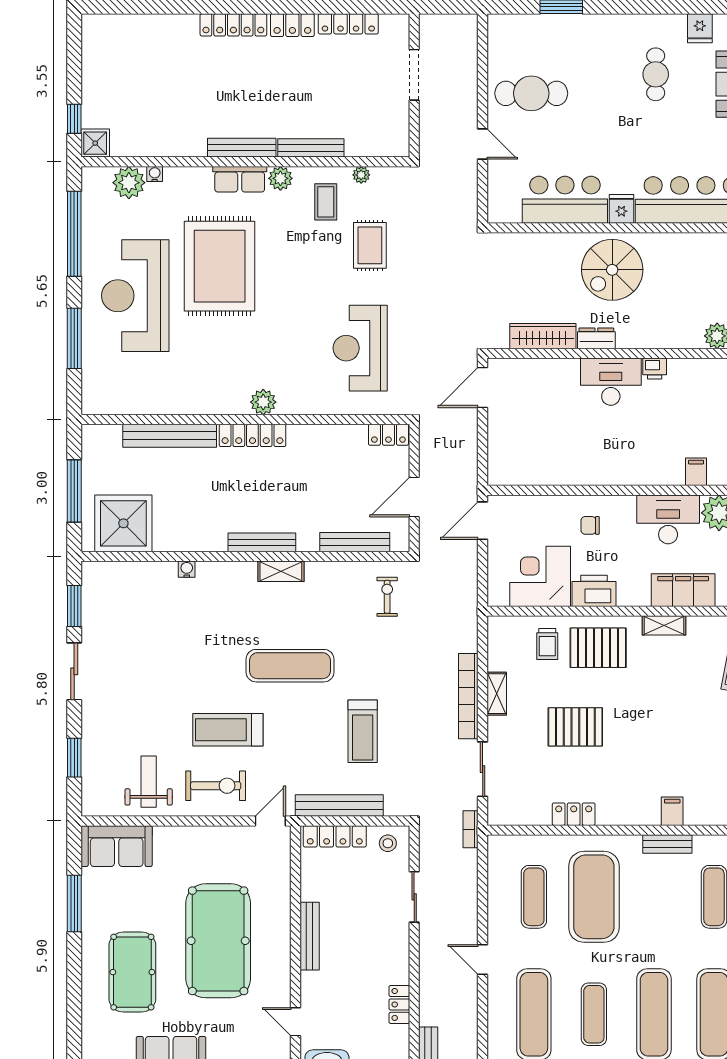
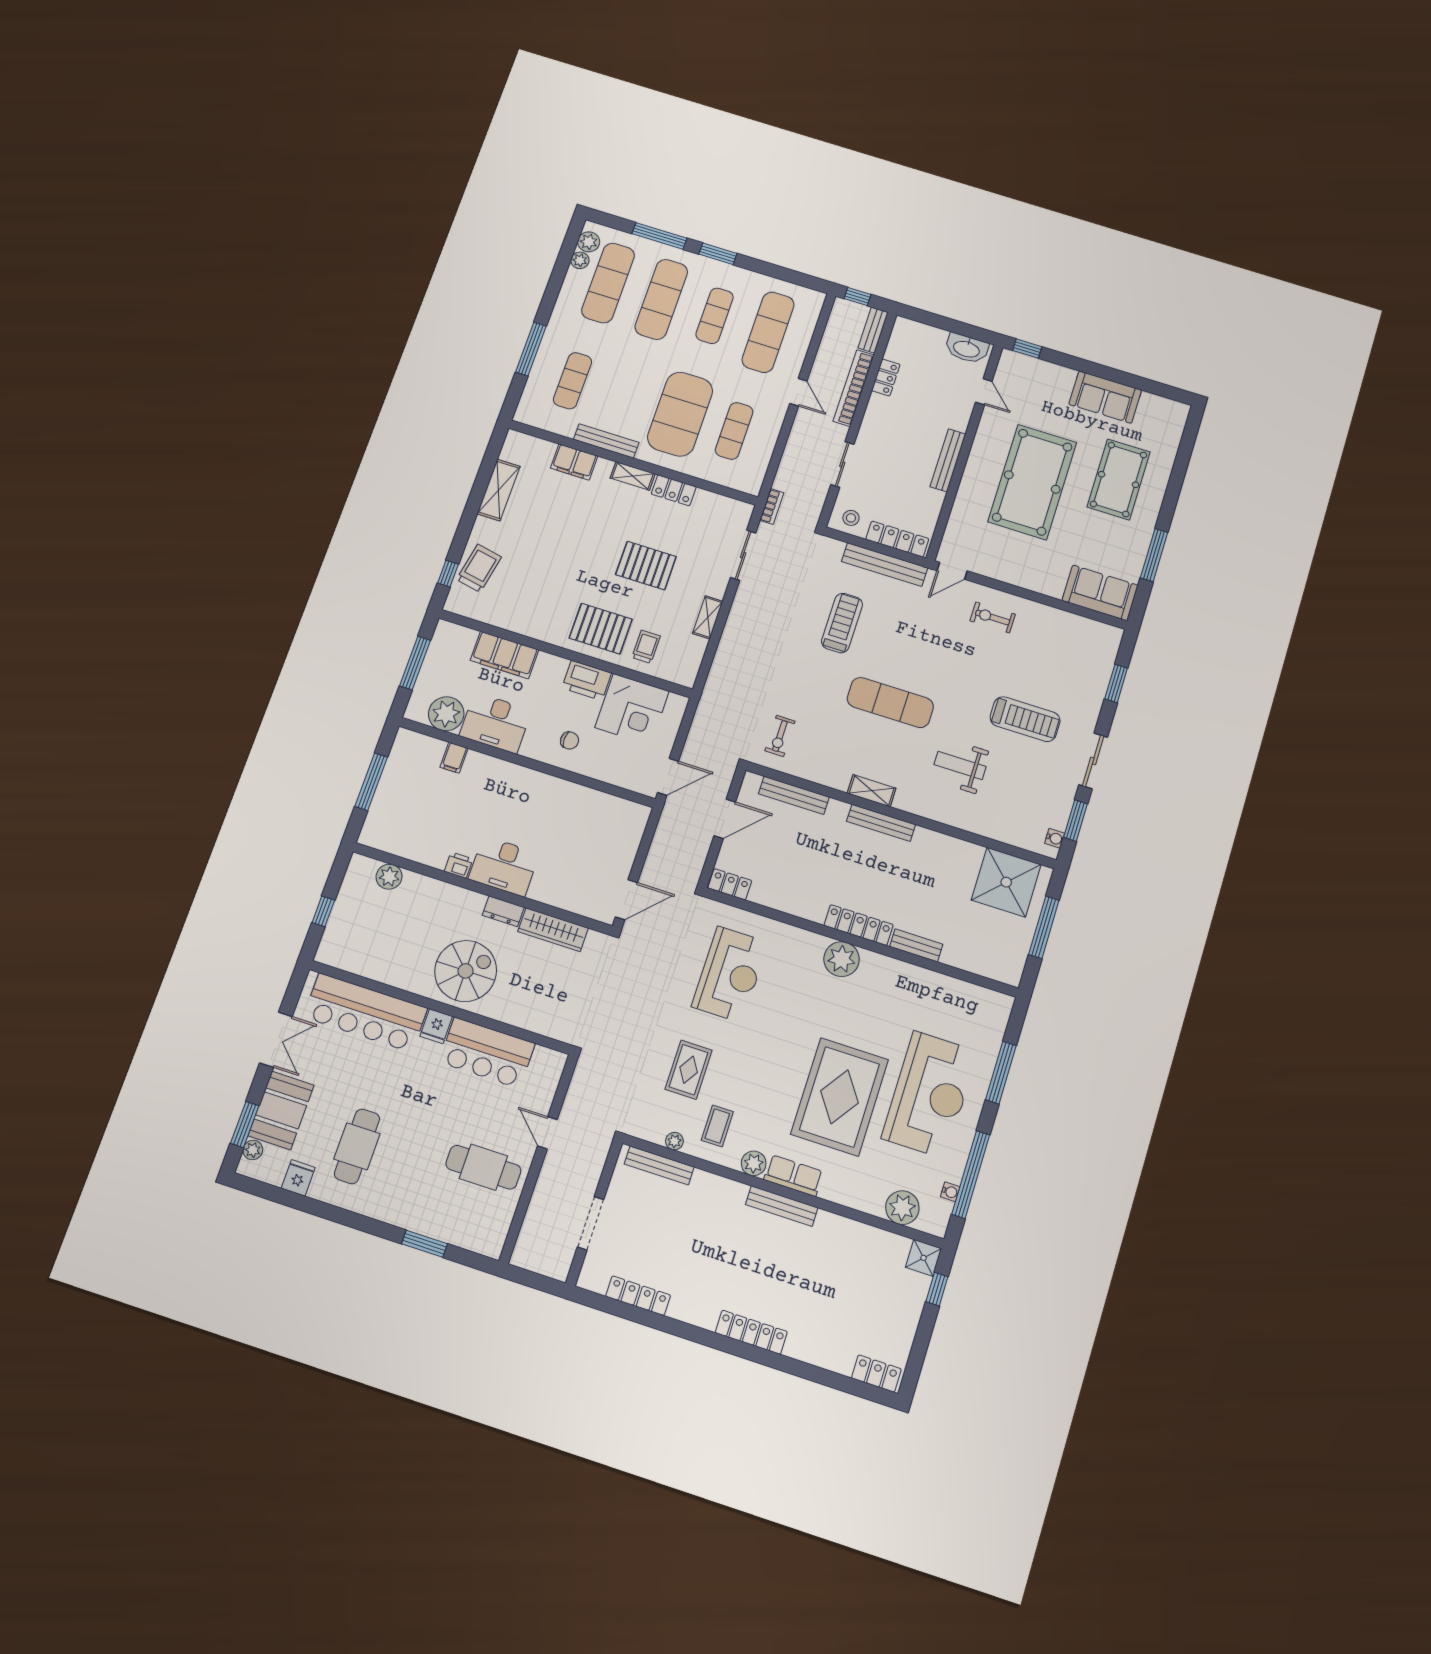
locker: (292, 25) -> (876, 1374), moved
cafe table: (656, 74) -> (357, 1146), width x1.37, depth x1.35
bench: (311, 148) -> (659, 1165), moved
water cooler: (155, 174) -> (950, 1192), moved, turned -90
plant: (263, 402) -> (842, 959), width x1.36, depth x1.36
bench: (170, 436) -> (916, 945), width x0.54, depth x0.82
water cooler: (187, 569) -> (1055, 838), moved, turned -90
shelving: (664, 625) -> (633, 476), moved
bookcase: (468, 696) -> (854, 388), moved, turned 180
treadmill: (228, 730) -> (1025, 719), moved
weight bench: (149, 782) -> (960, 766), moved, turned 90
exercise bike: (216, 786) -> (993, 617), width x0.73, depth x0.72
filing cabinet: (672, 811) -> (574, 462), width x2.00
bench: (667, 844) -> (606, 441), width x1.36

